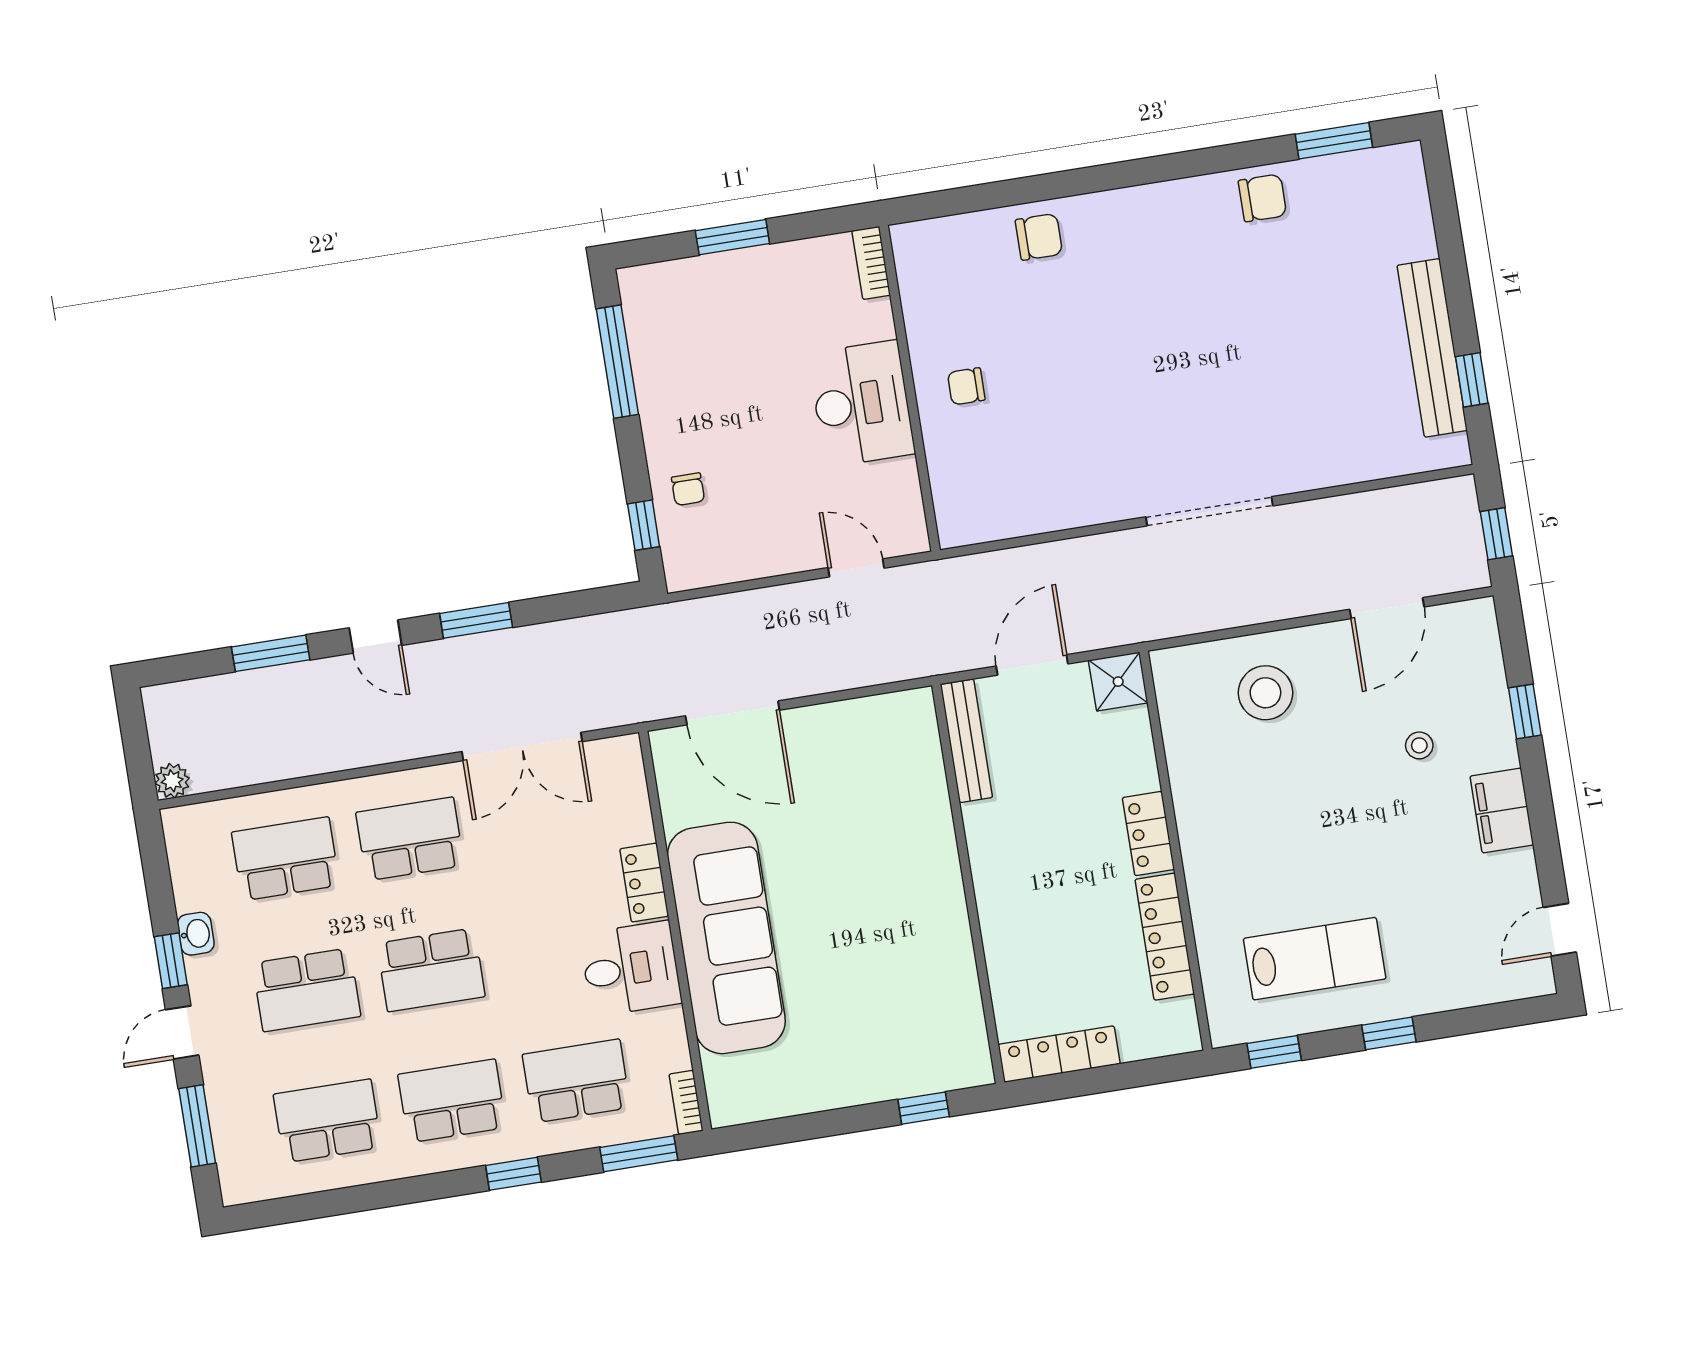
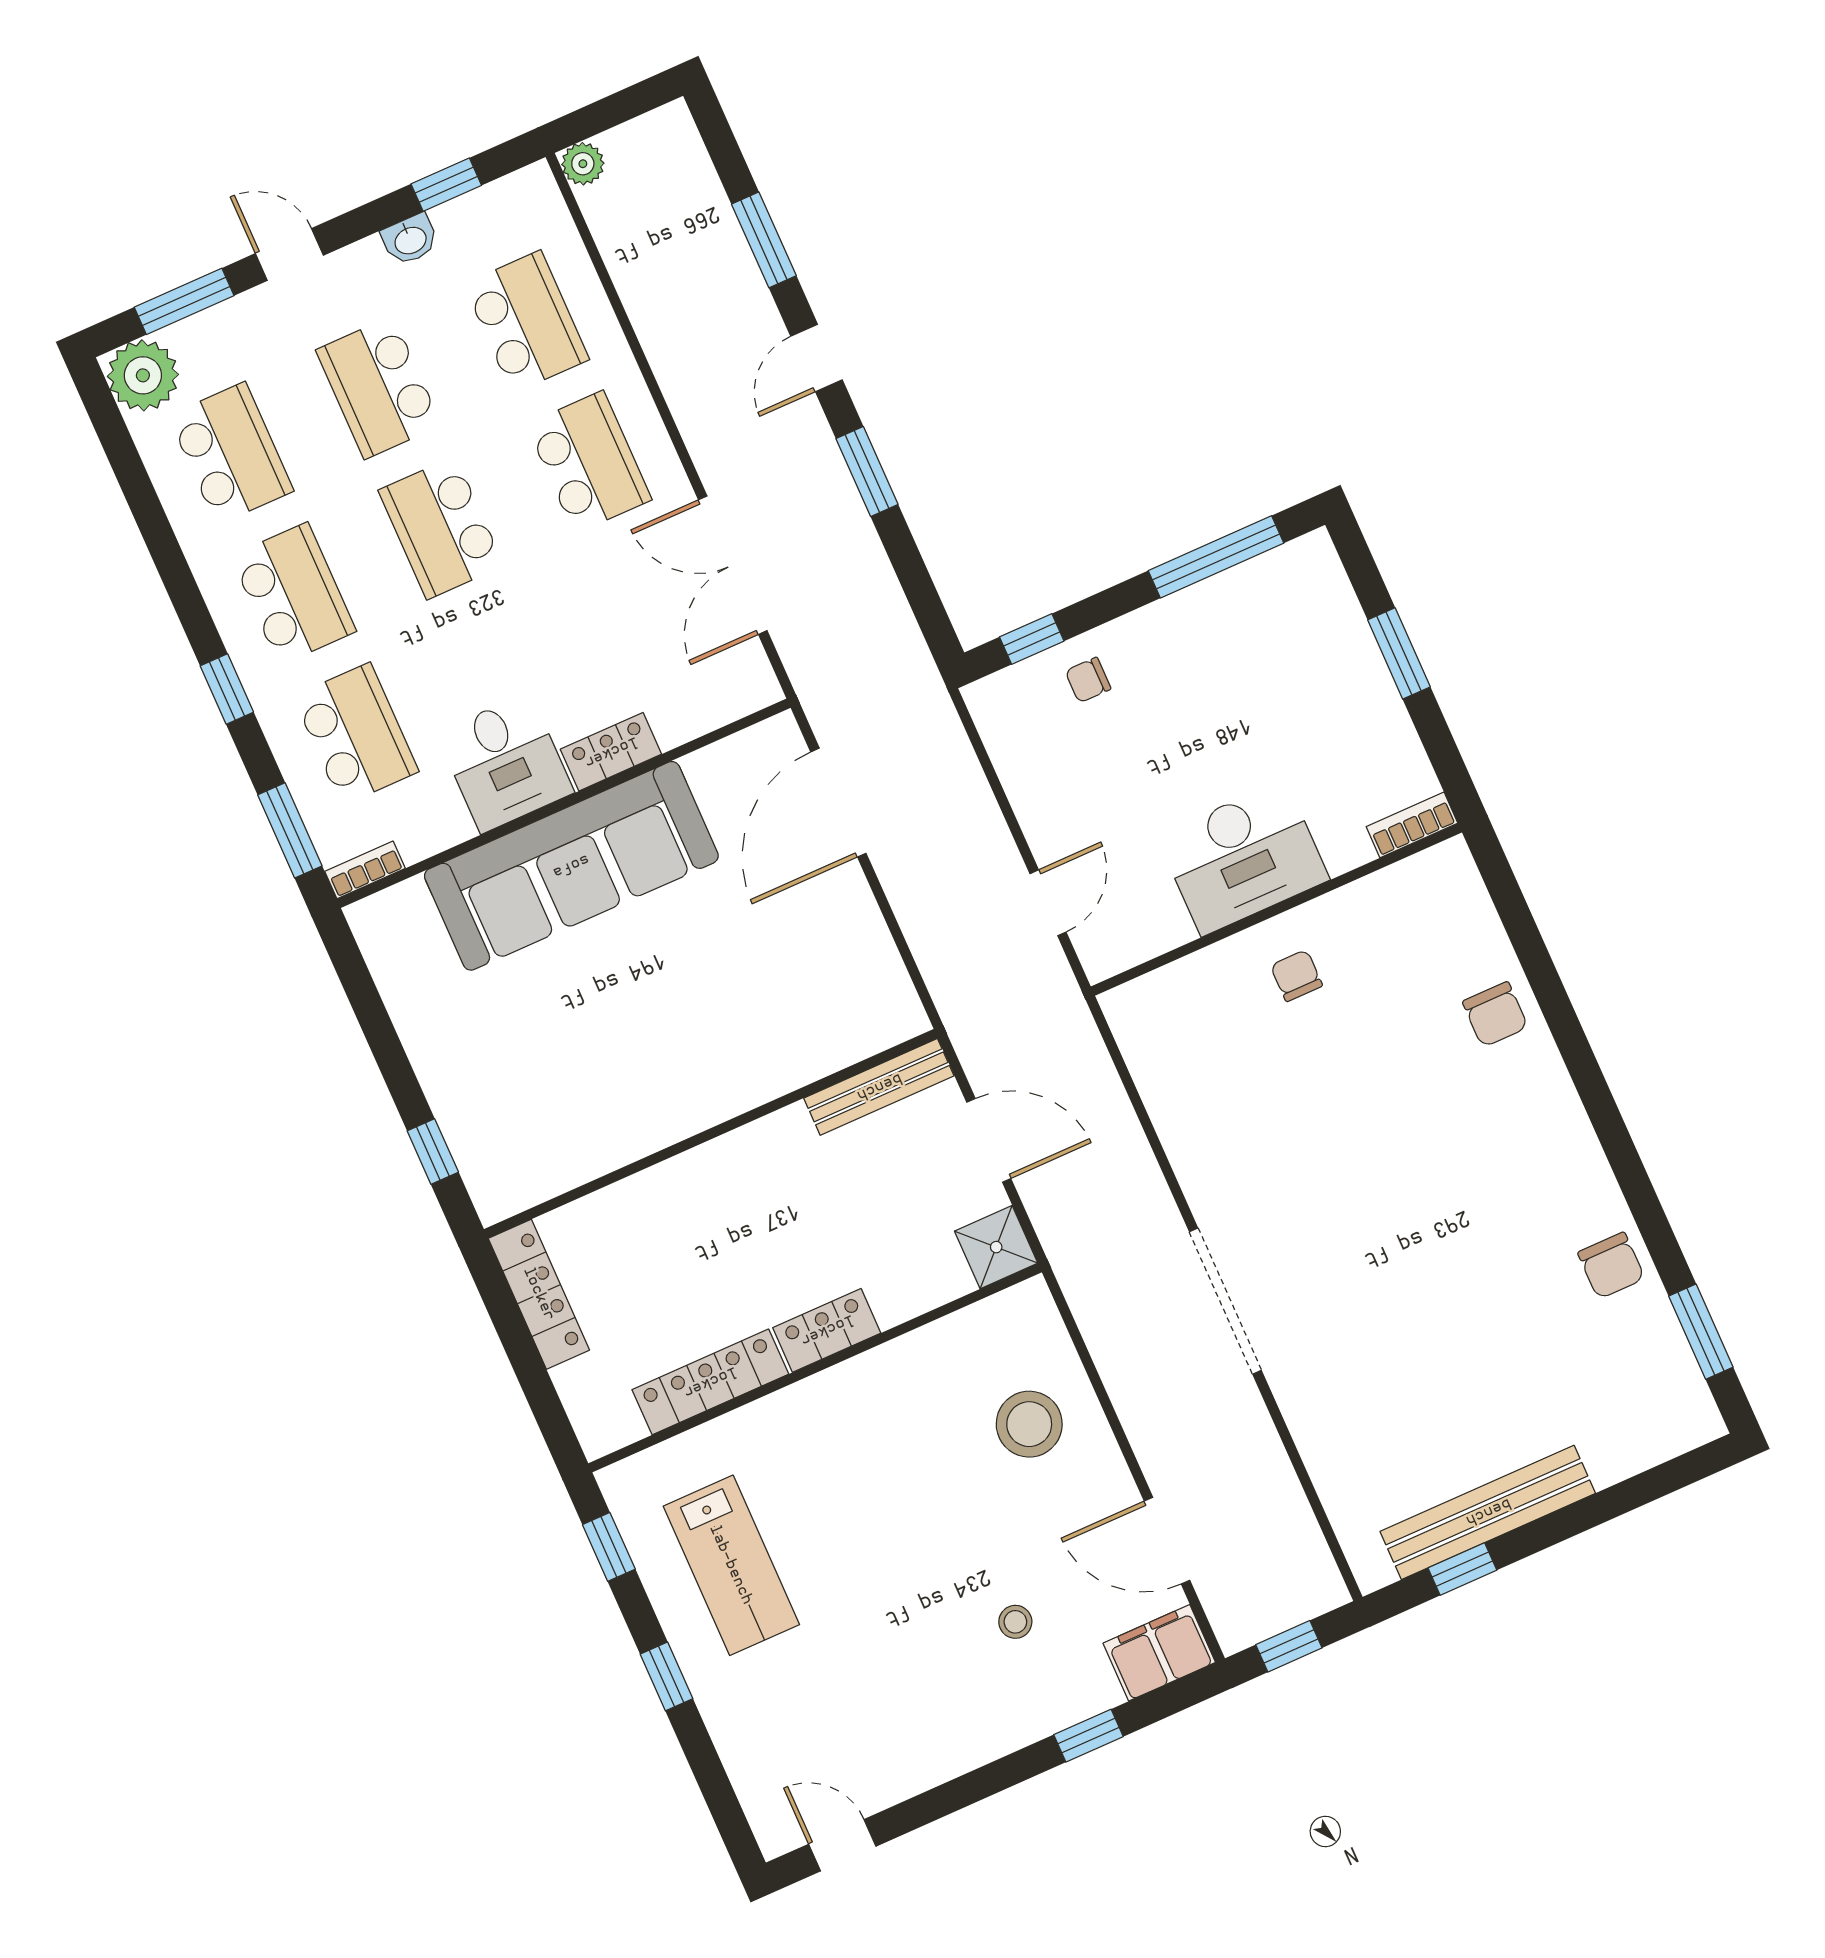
filing cabinet: (1502, 810) -> (1159, 1653), moved
window: (171, 961) -> (446, 185), moved
plant: (247, 1174) -> (143, 375), added

